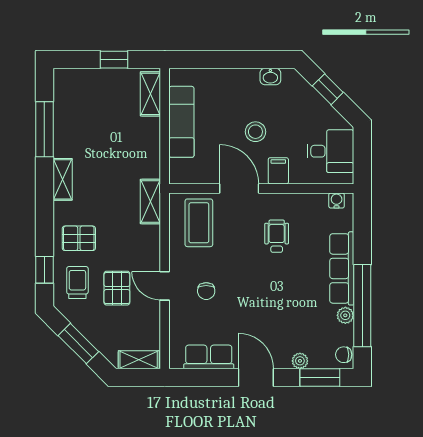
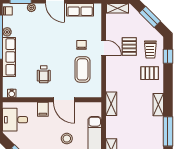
stool: (255, 132) -> (67, 139), moved
shelving: (150, 202) -> (111, 104), moved
coffee table: (199, 223) -> (82, 69), moved

